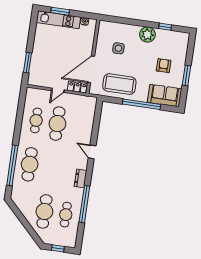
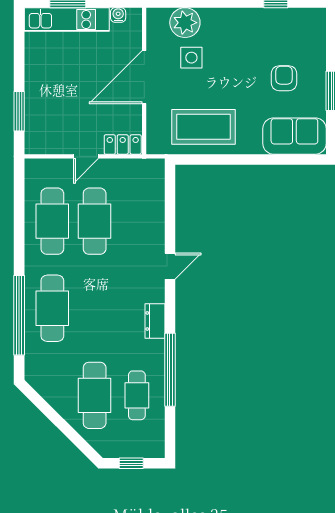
plant: (147, 35) -> (185, 23), moved
door: (91, 69) -> (144, 77), moved
window: (141, 104) -> (252, 159), removed
cafe table: (36, 120) -> (52, 221), width x1.37, depth x1.35
door: (92, 152) -> (170, 266), swing flipped

